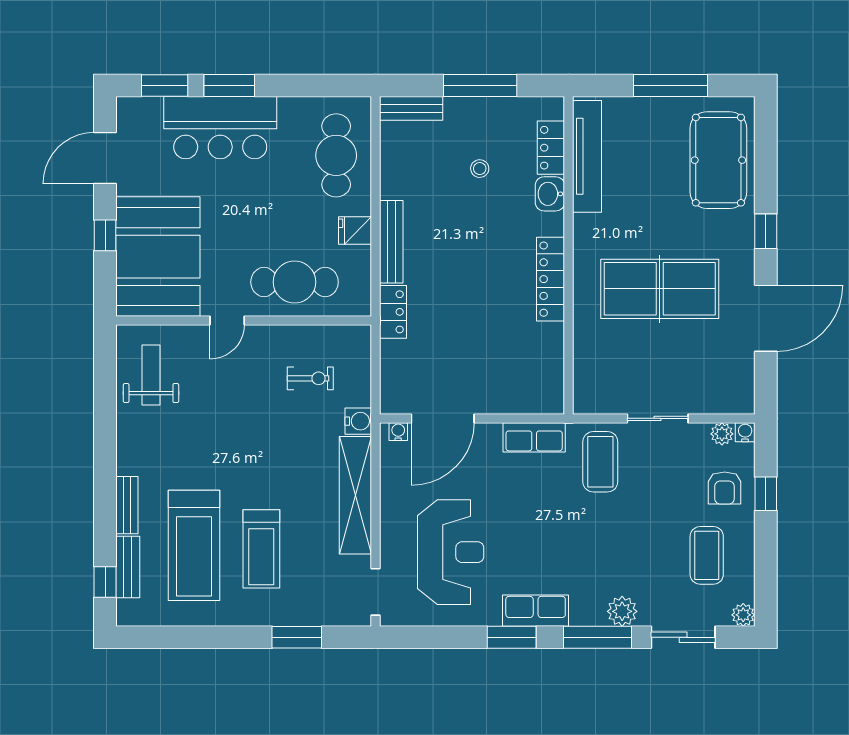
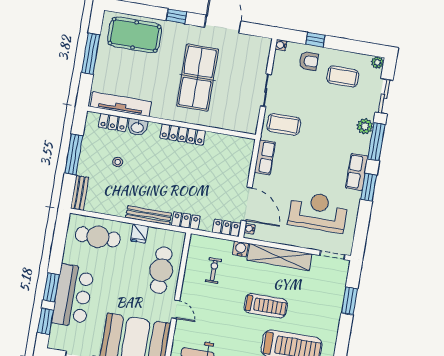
locker: (393, 389) -> (226, 228), added
plant: (722, 434) -> (280, 58), removed
treadmill: (261, 549) -> (266, 306), moved

